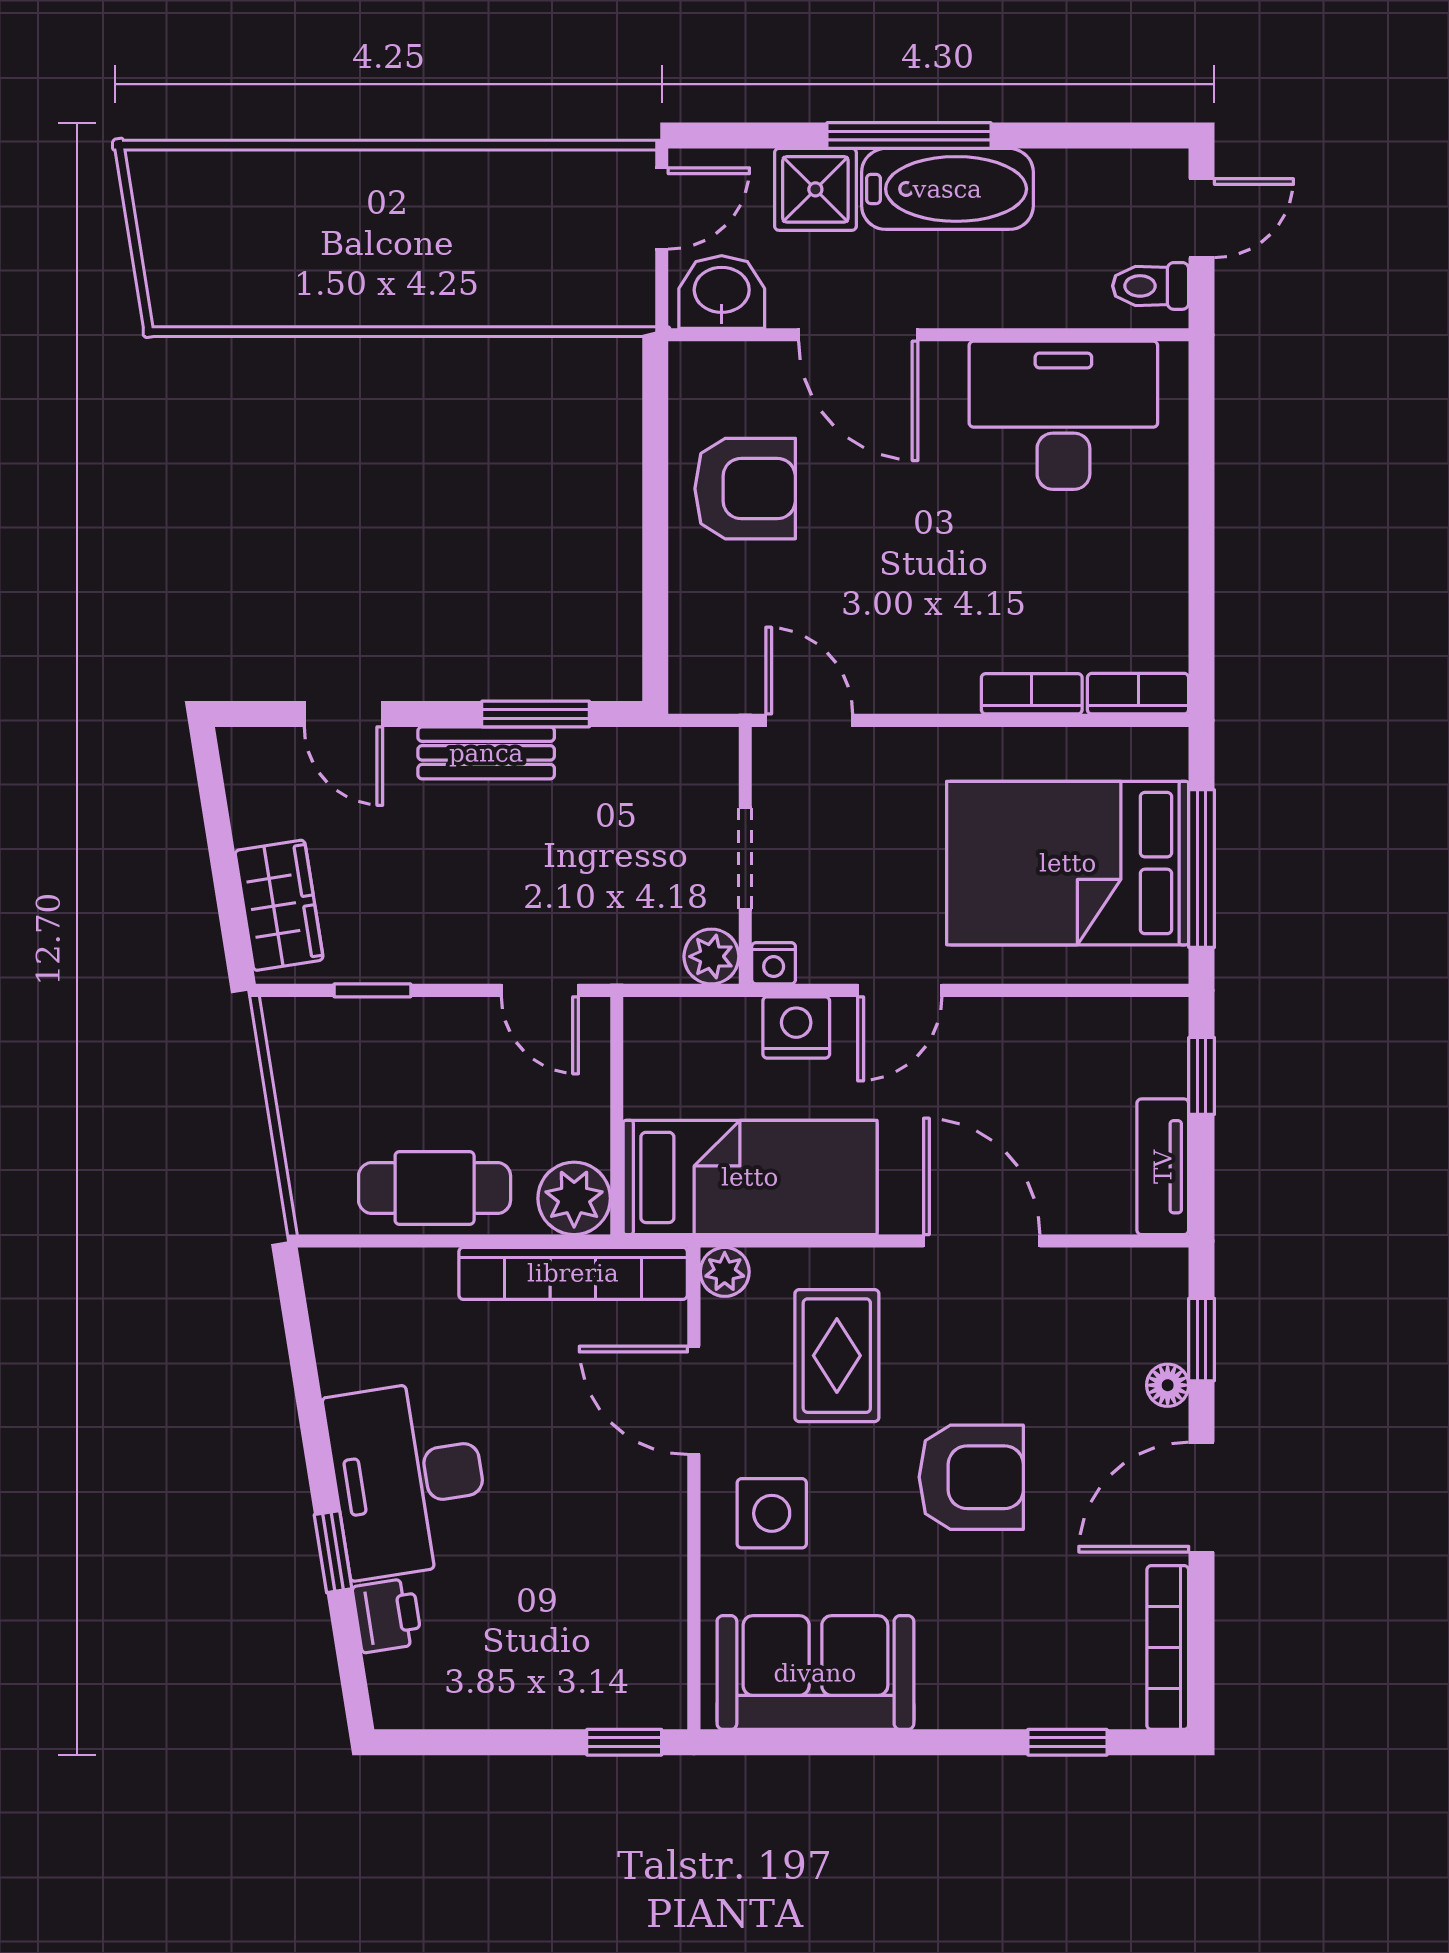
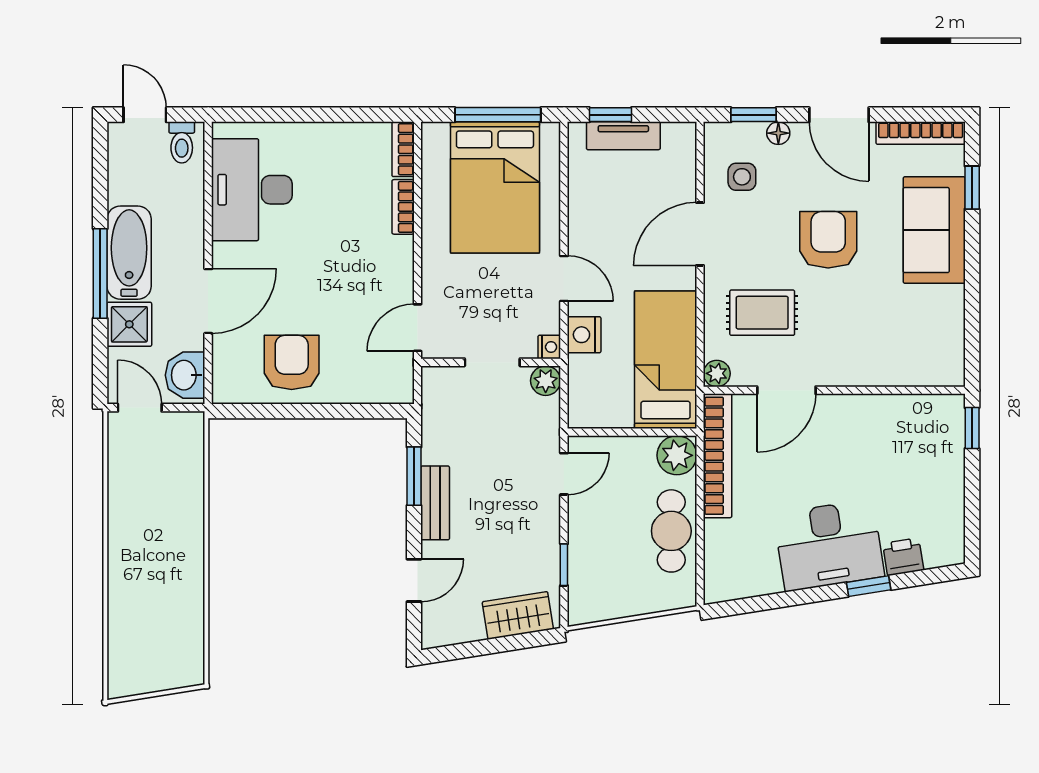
tv unit: (1163, 1167) -> (623, 136), moved
side table: (772, 1513) -> (742, 177), moved, width x0.73, depth x0.73
sofa: (815, 1673) -> (934, 230), moved

